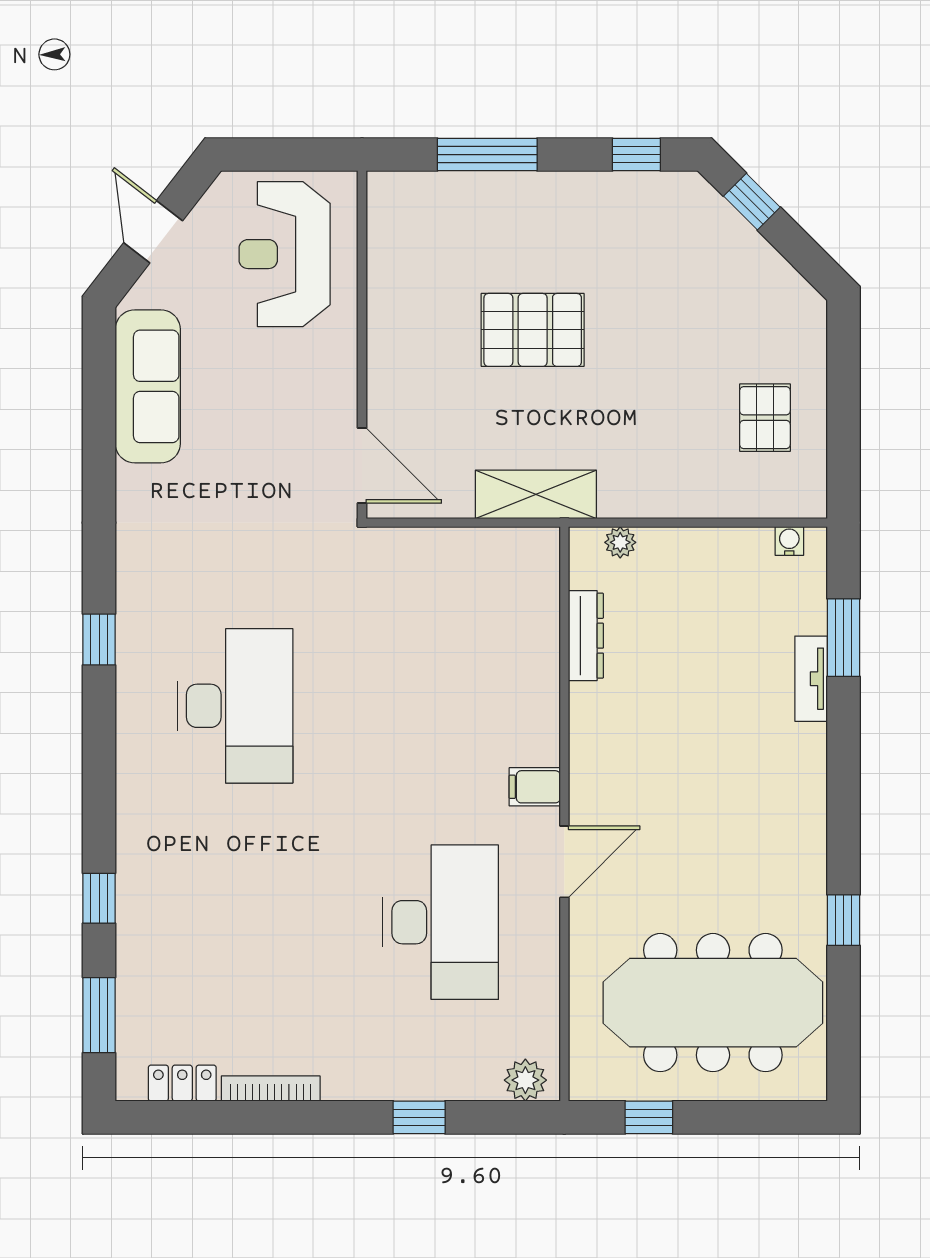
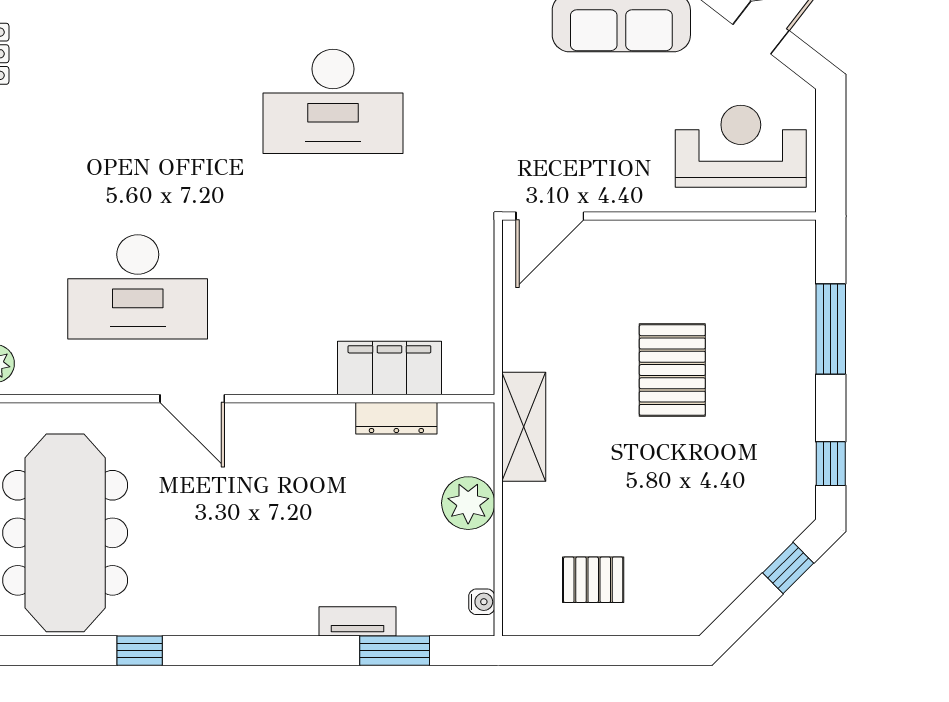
shelving: (536, 494) -> (524, 427), moved
plant: (620, 542) -> (468, 503), moved, width x1.88, depth x1.88
filing cabinet: (535, 787) -> (389, 368), moved, width x3.00, depth x1.17

